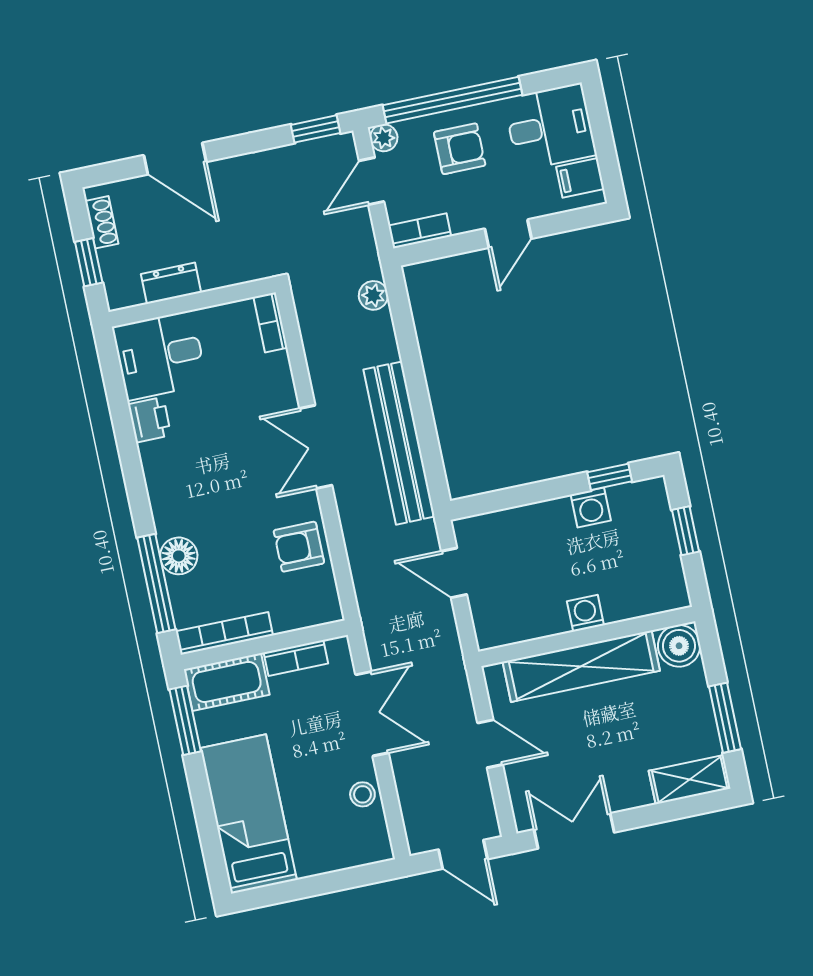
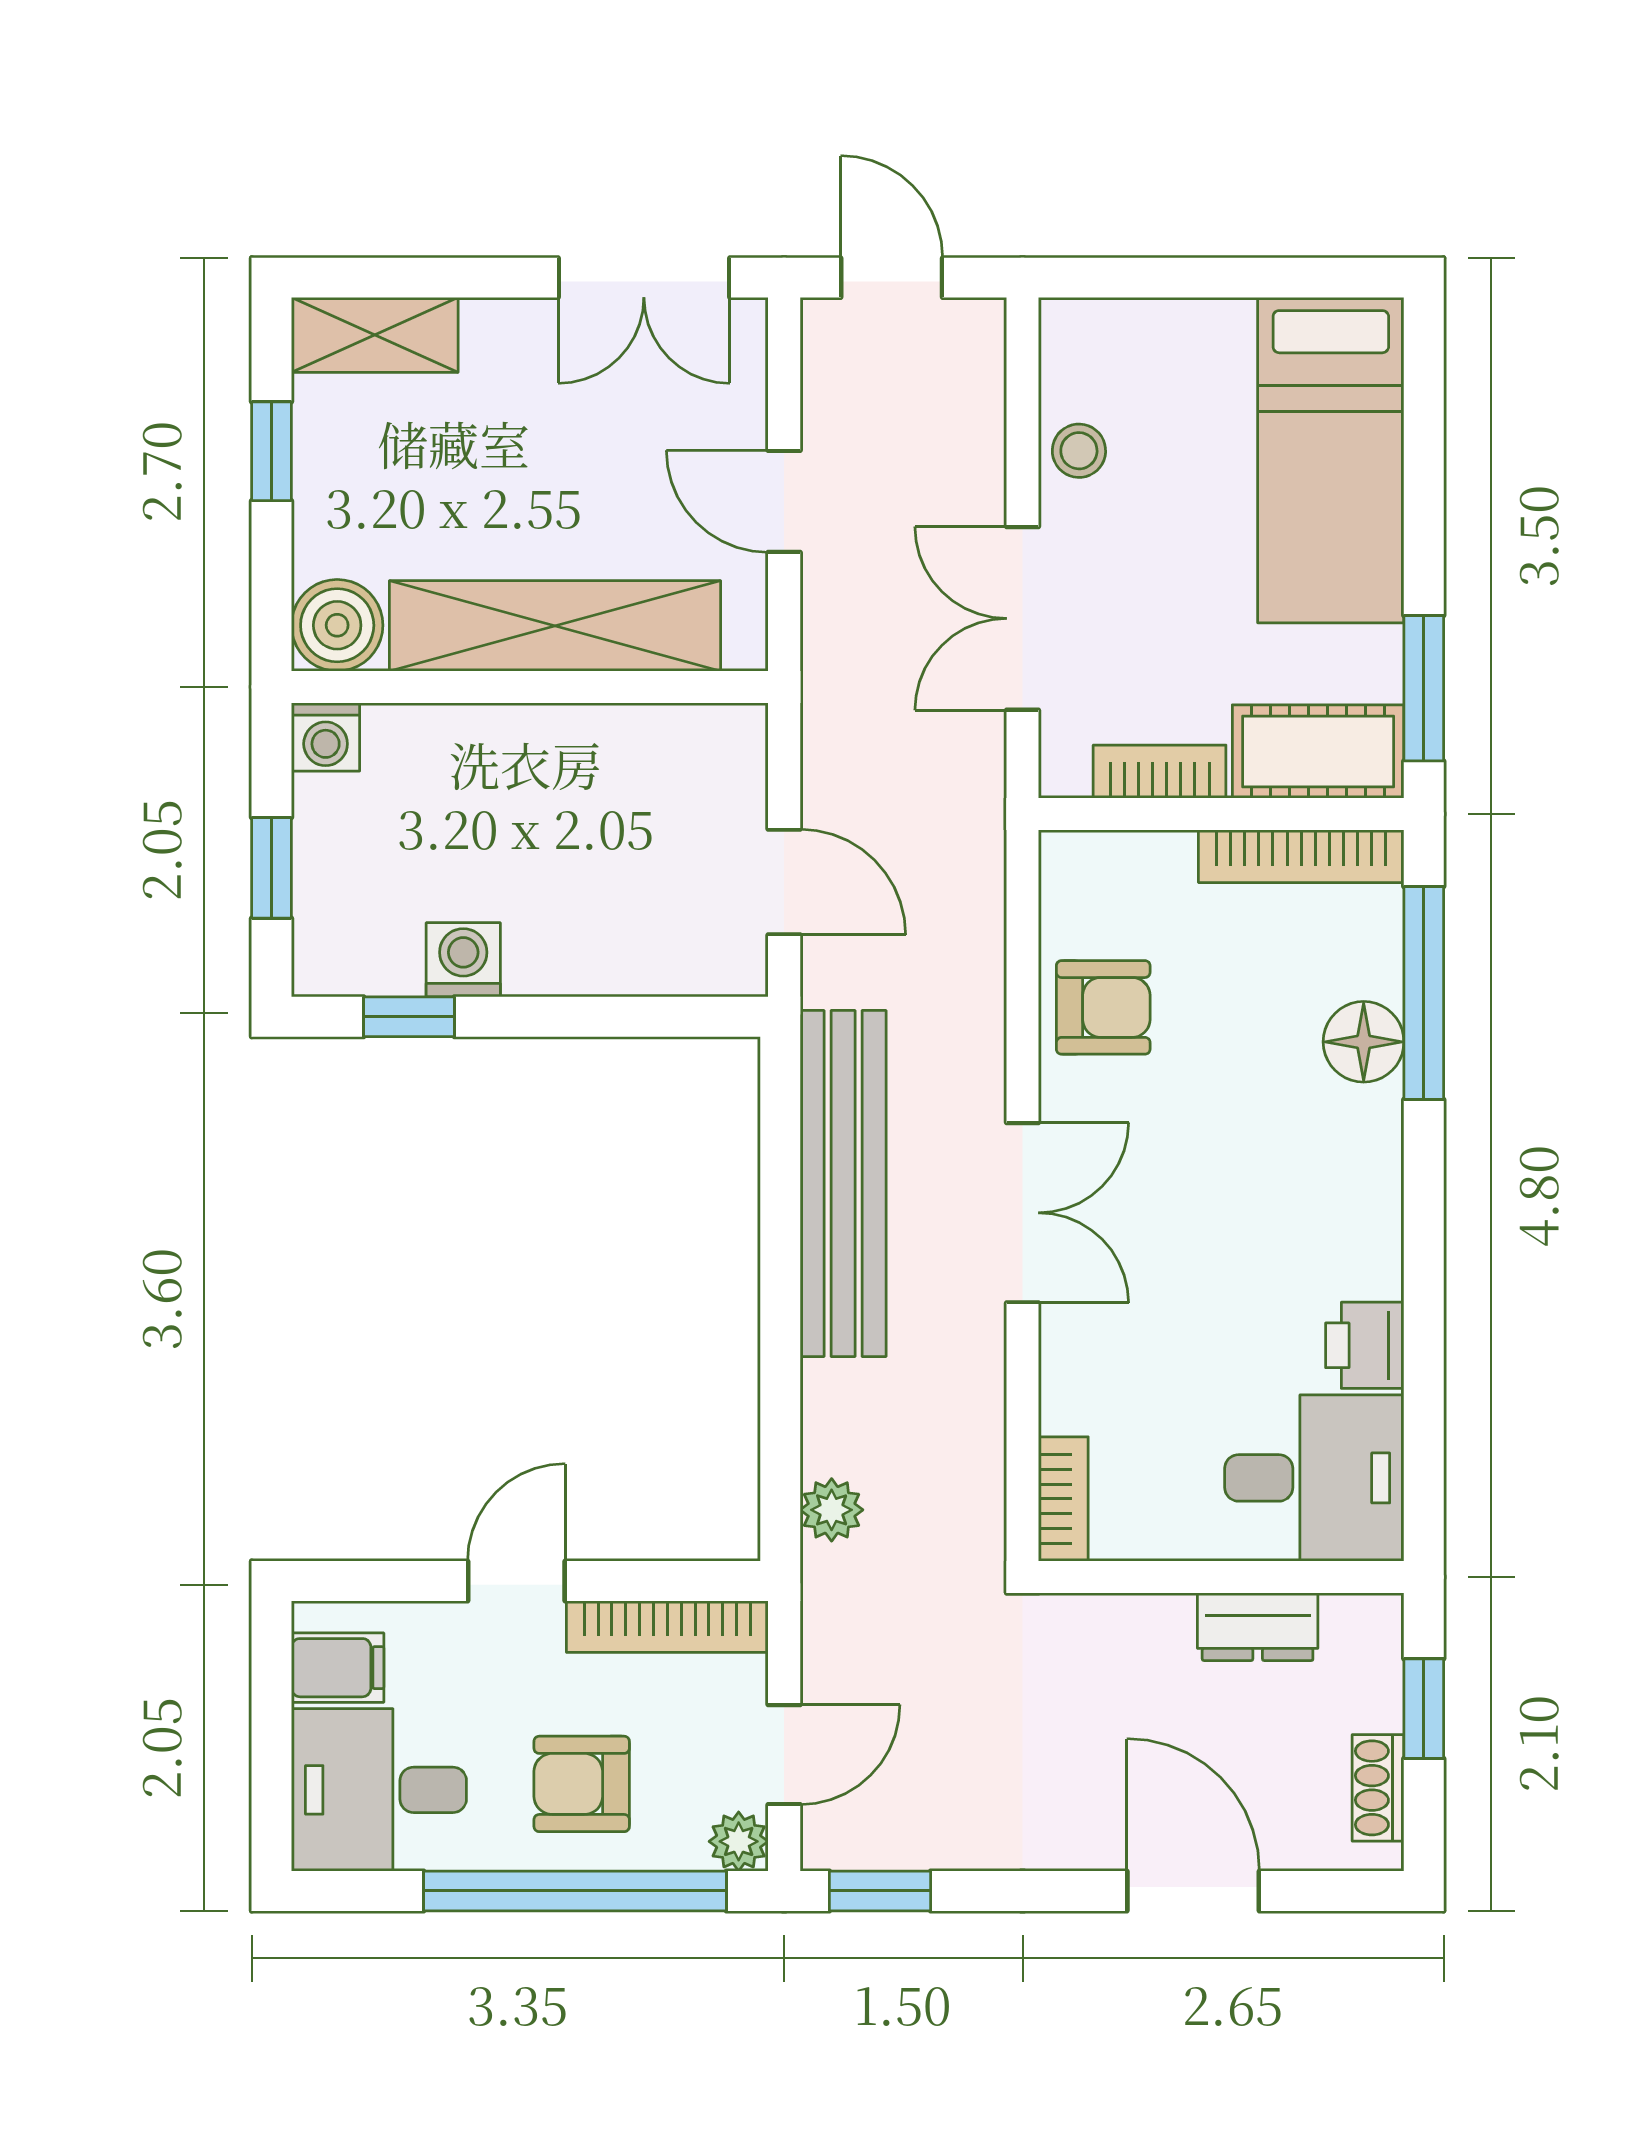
bookcase: (420, 231) -> (667, 1627), width x1.56
washing machine: (585, 613) -> (326, 737), moved
window: (725, 718) -> (272, 451), width x0.67

